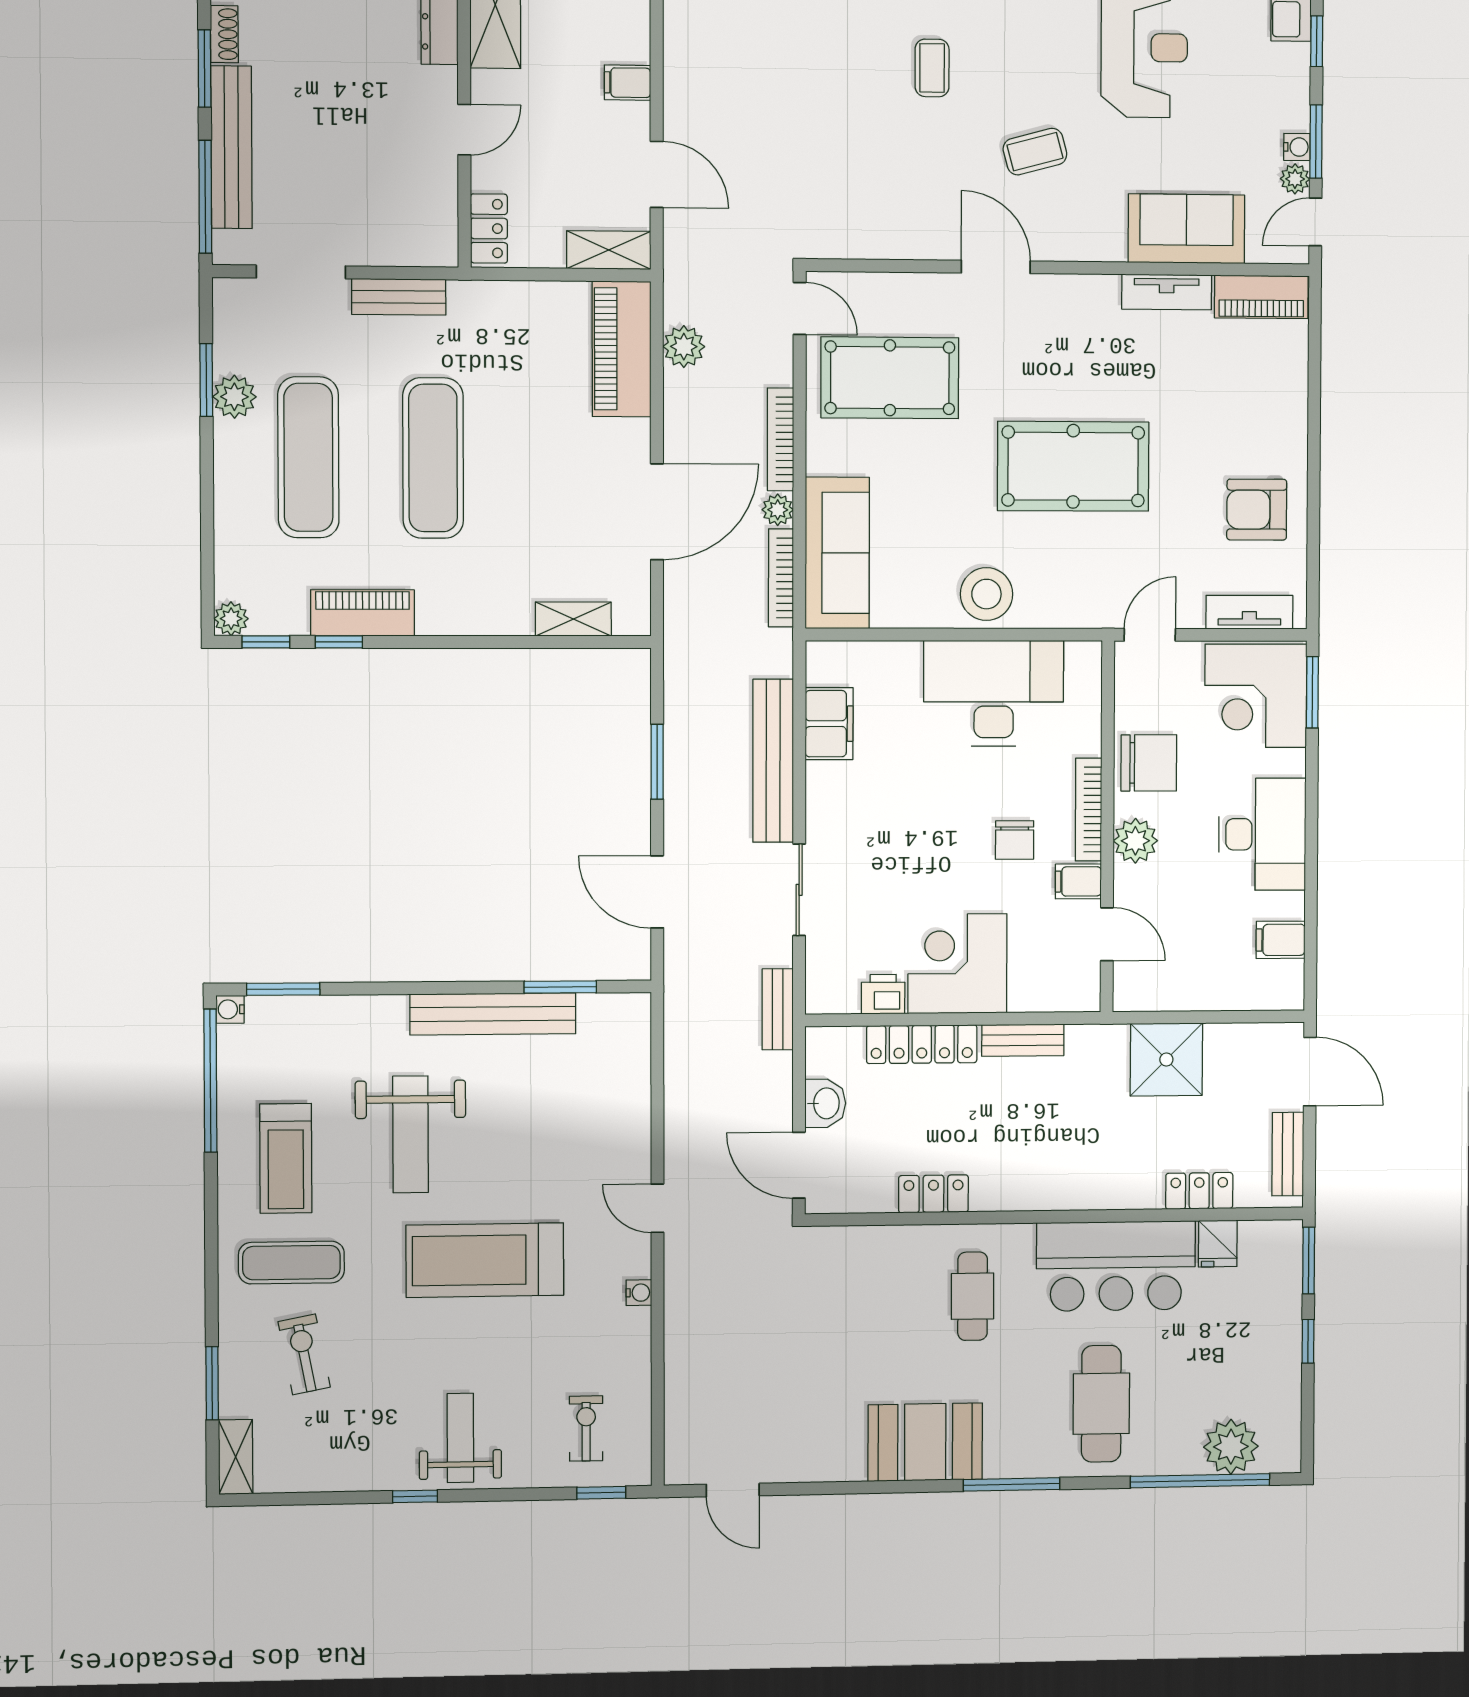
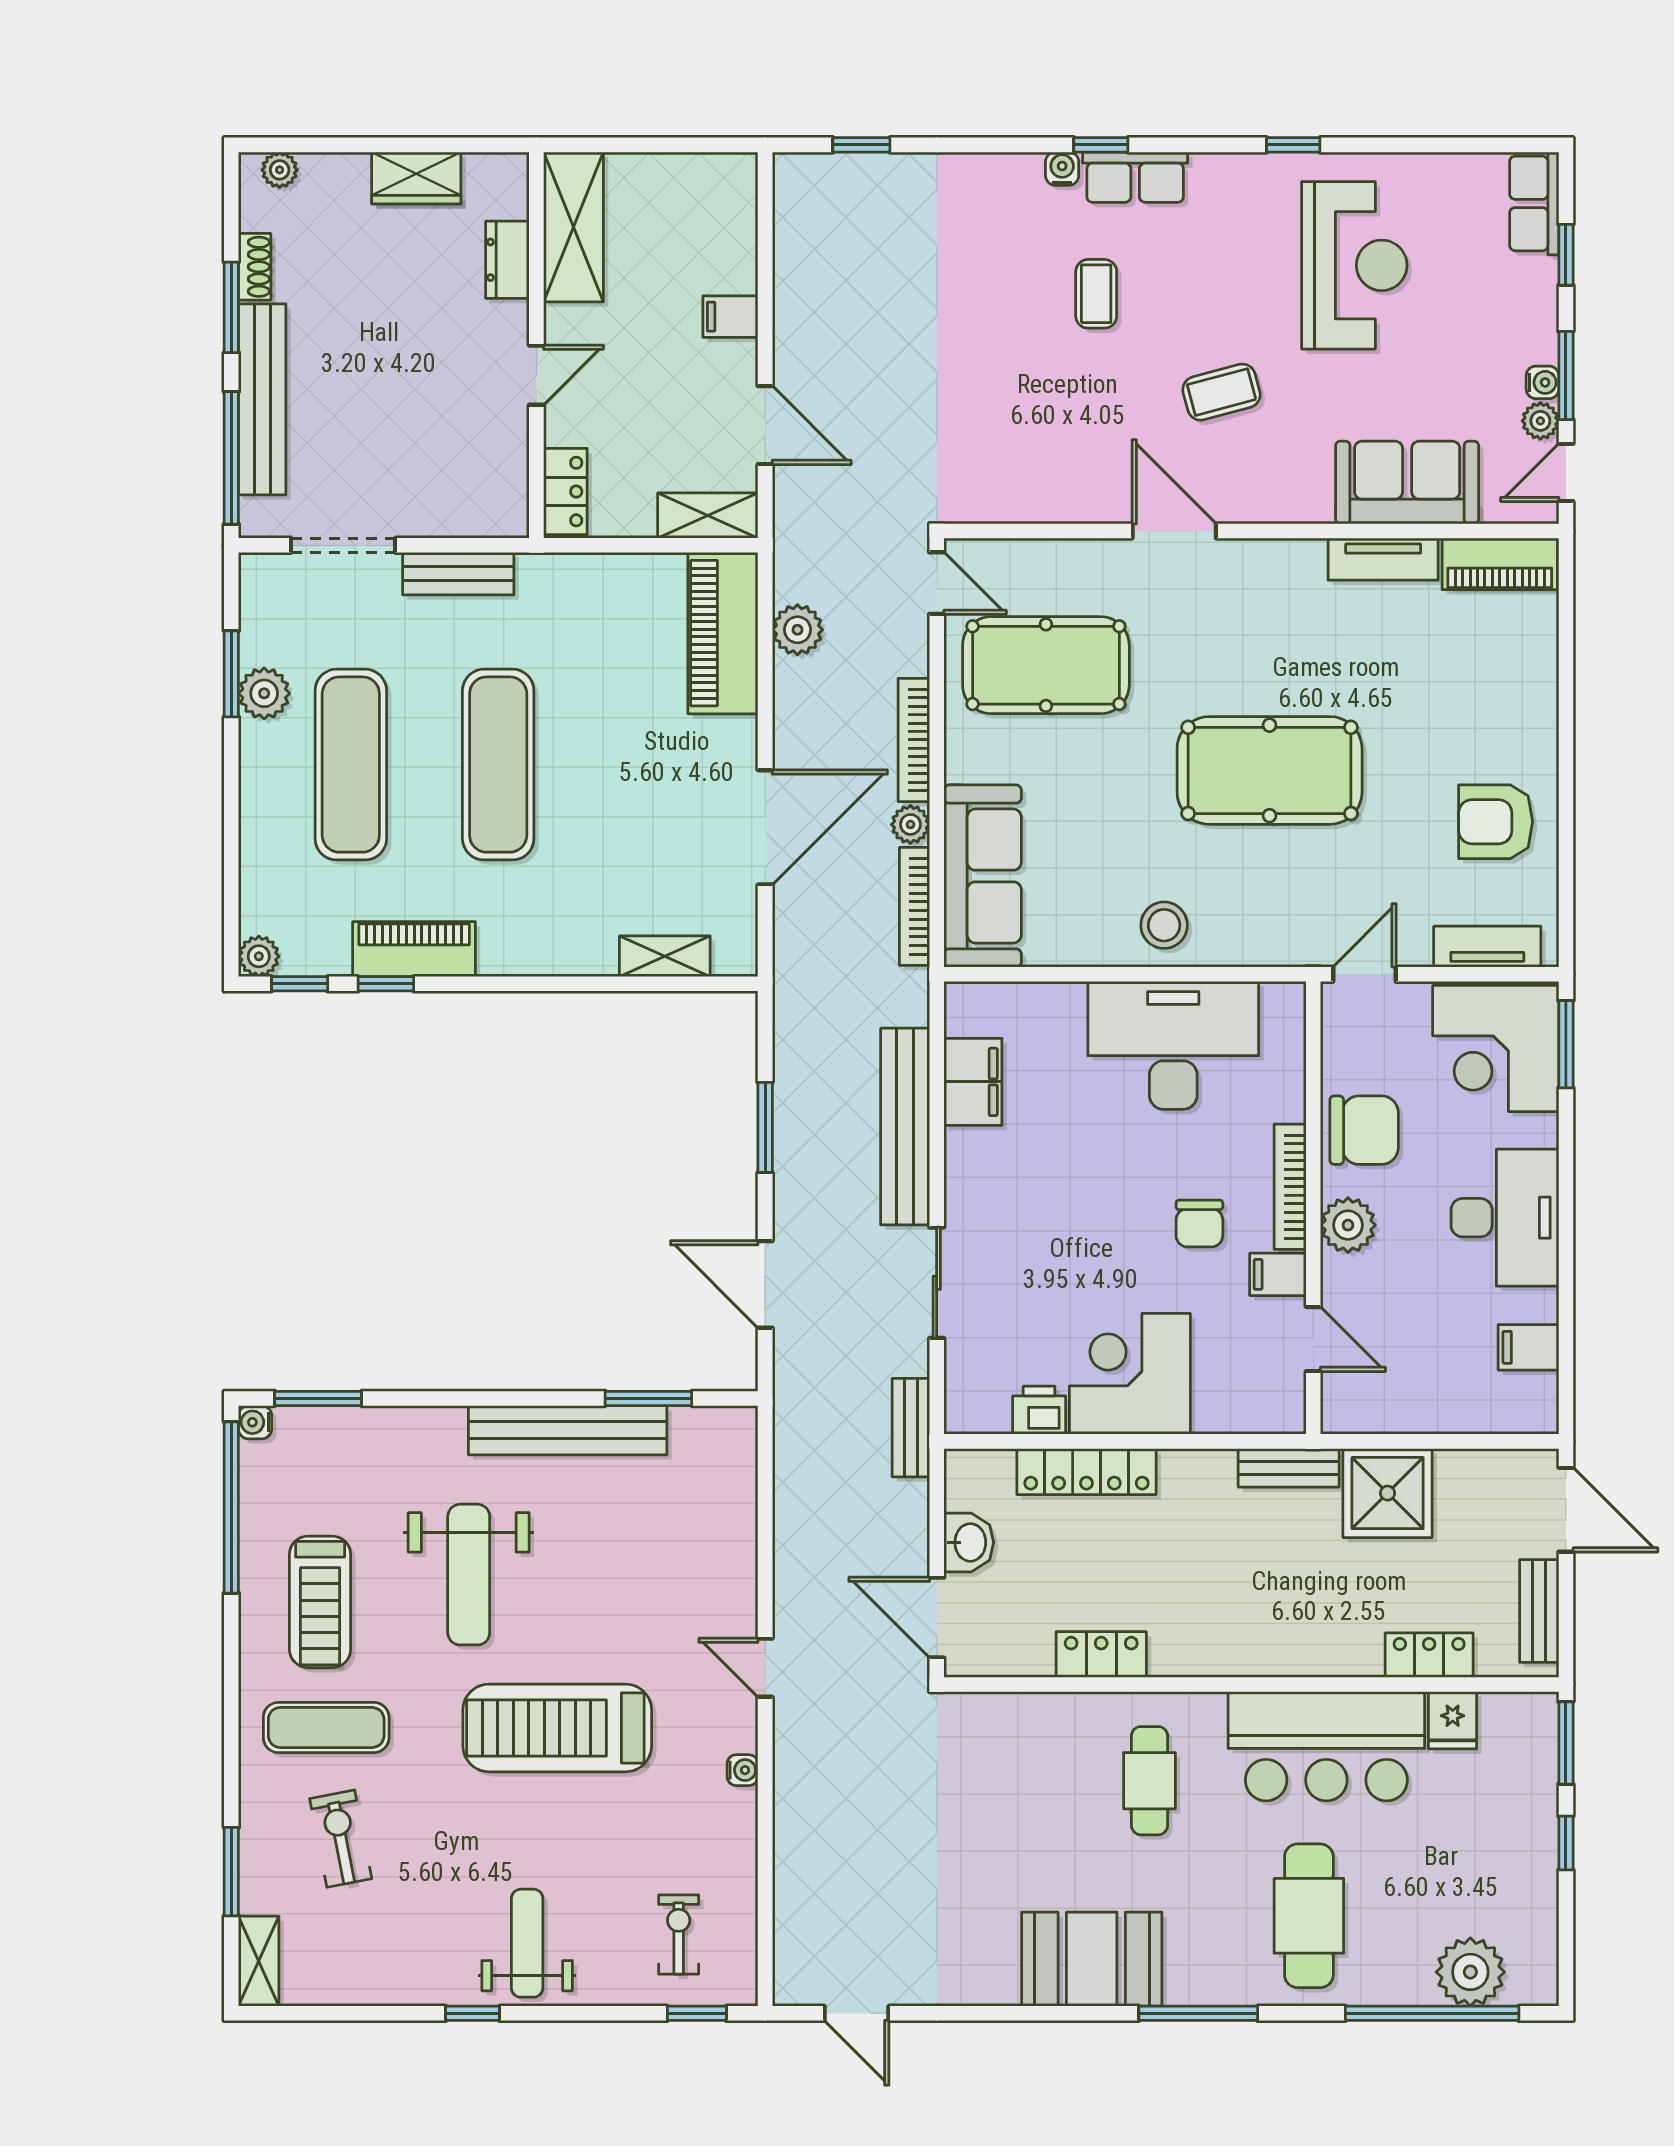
stool: (986, 594) -> (1164, 925), width x0.73, depth x0.73
bench: (1023, 1040) -> (1289, 1468), moved

